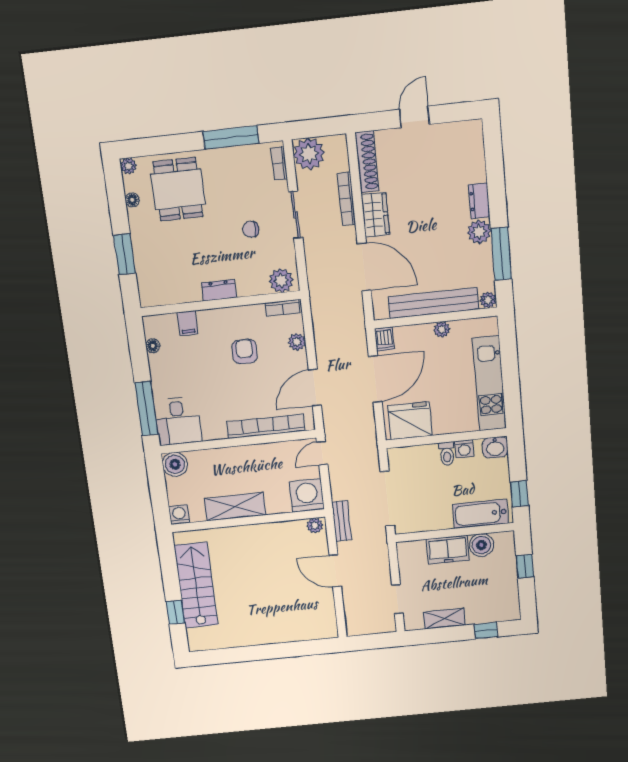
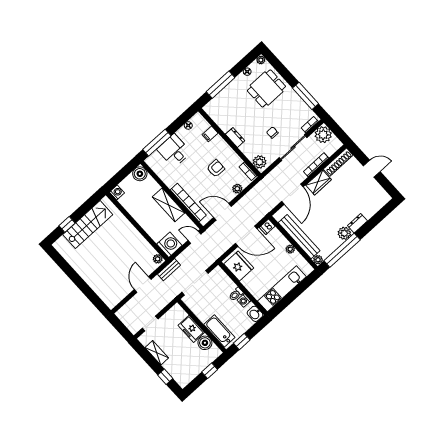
sliding door: (296, 215) -> (293, 148), width x1.37
window: (124, 254) -> (221, 85), width x1.44
window: (501, 254) -> (342, 250), width x1.46
desk: (178, 421) -> (174, 151), moved, turned 90
shelving: (235, 507) -> (169, 205), moved

